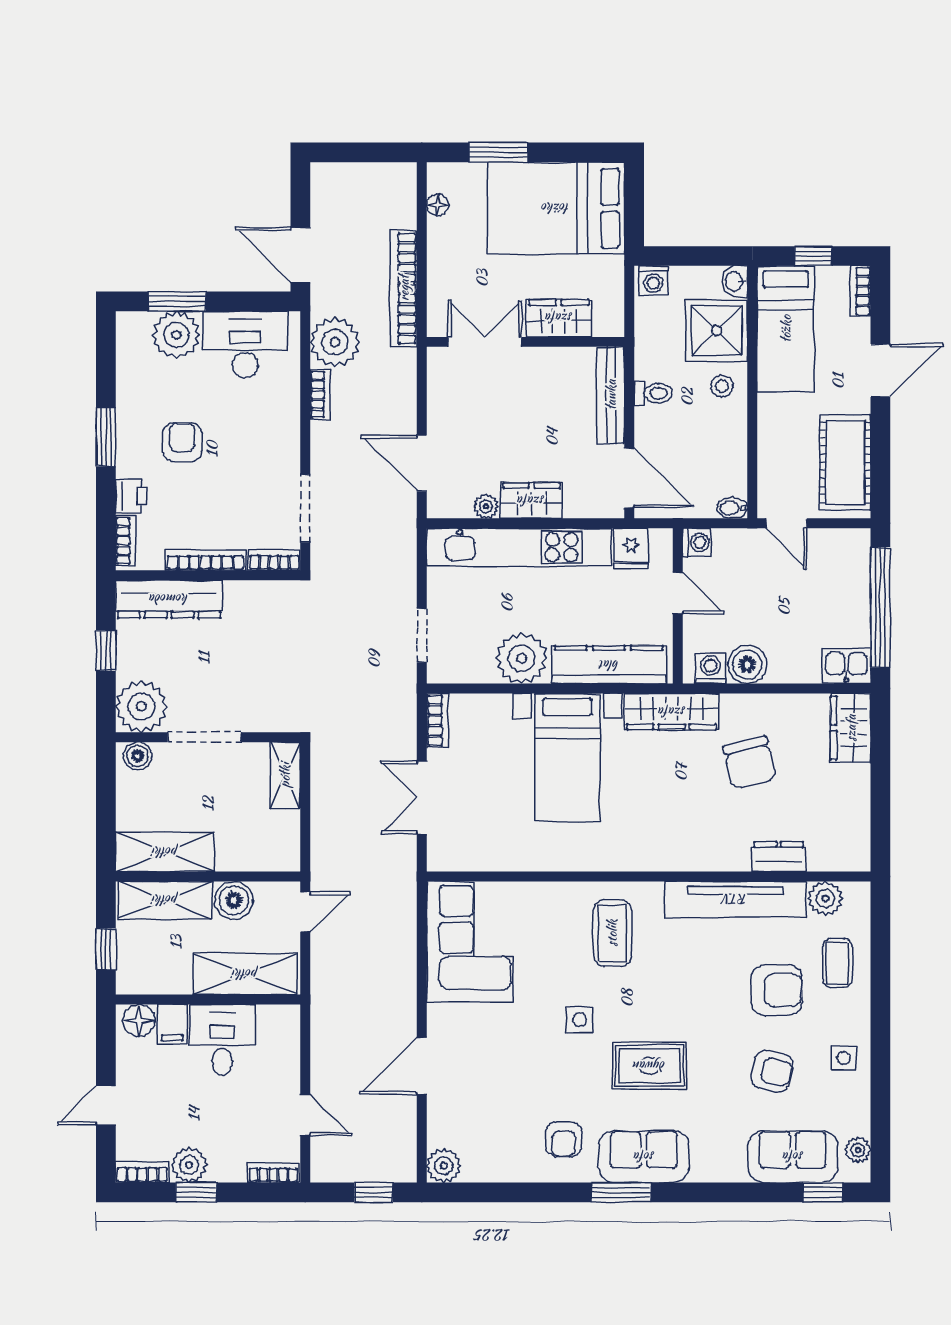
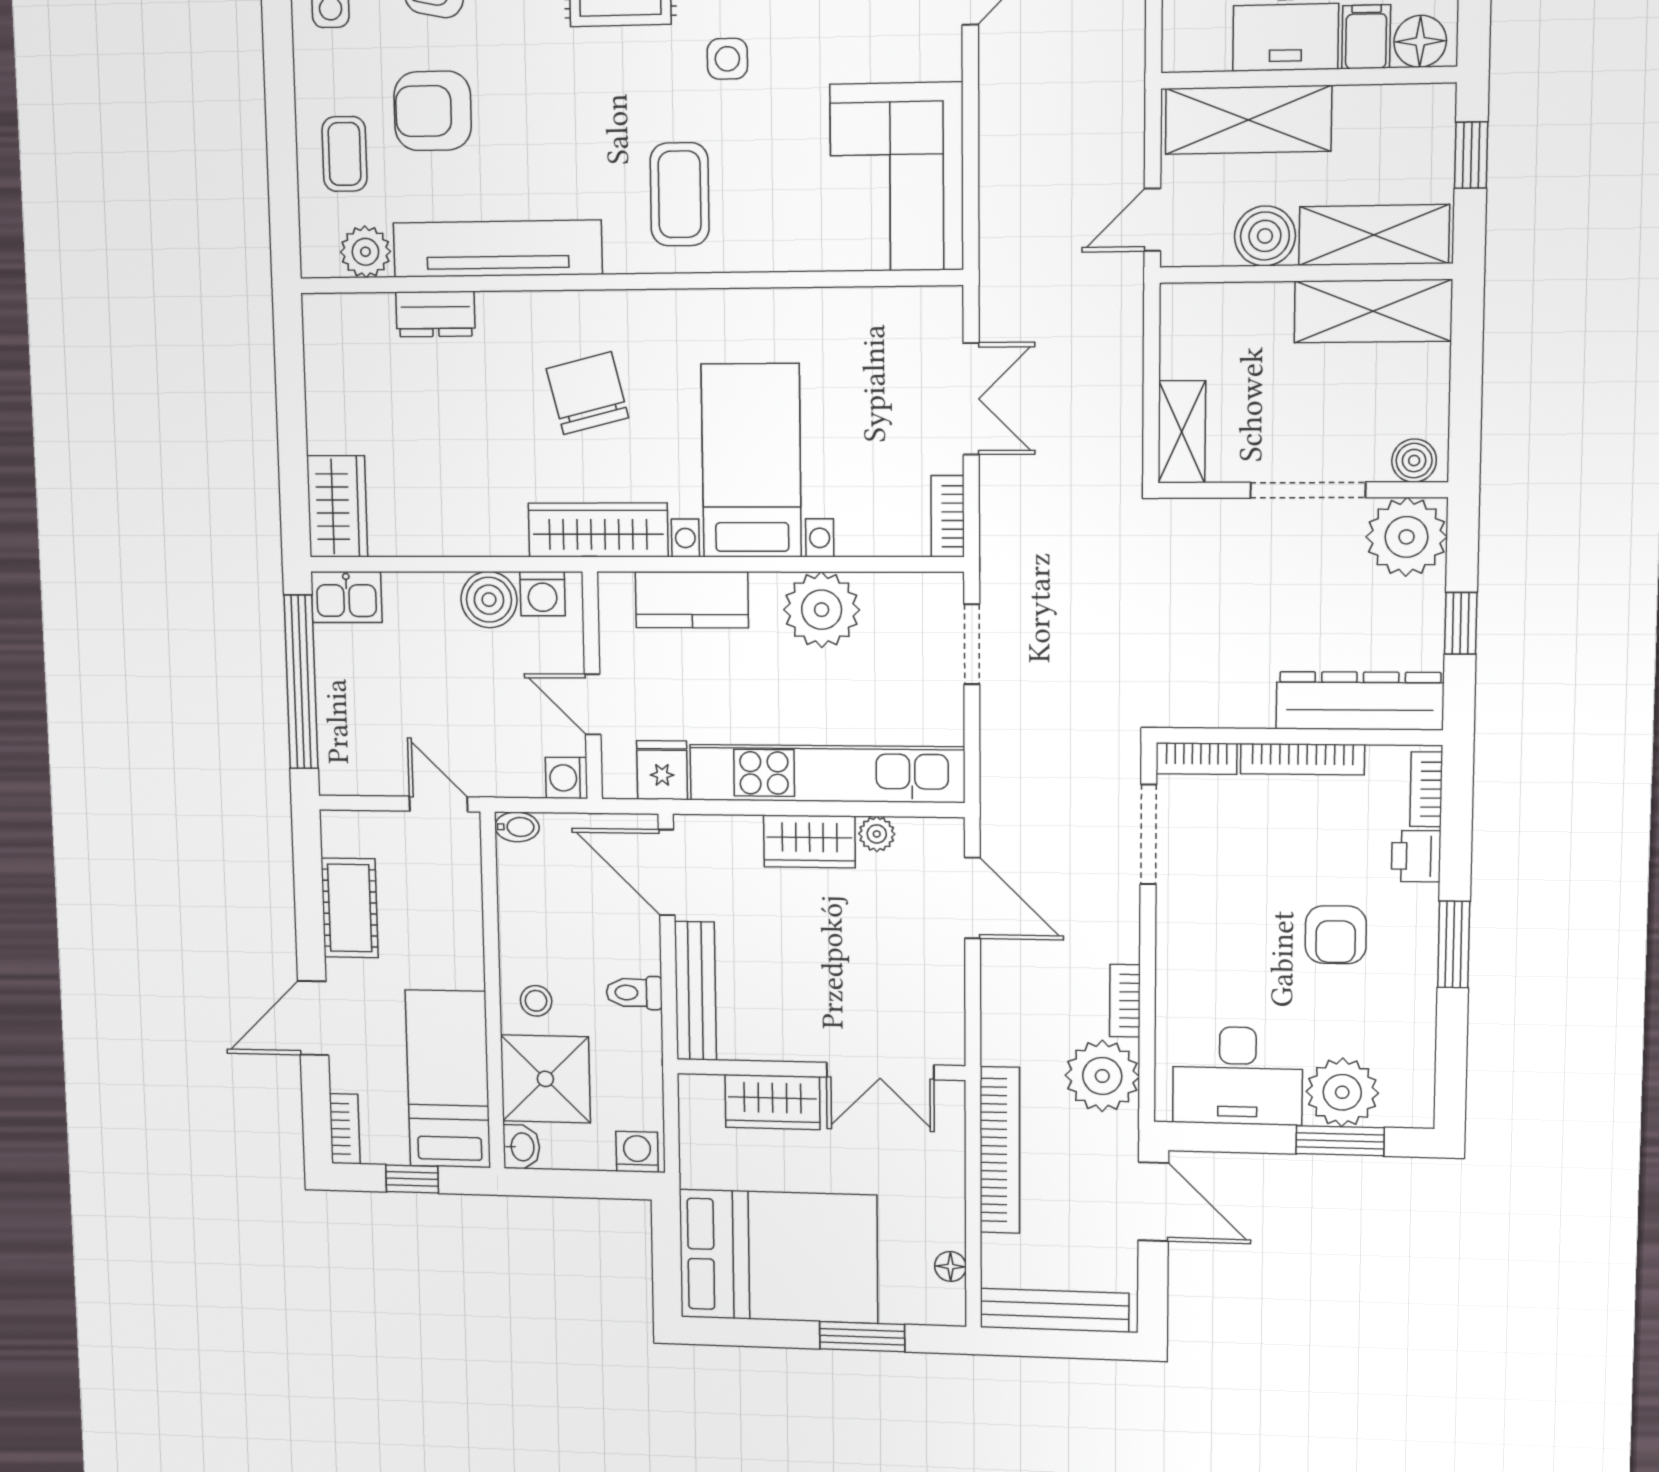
bench: (367, 176) -> (1054, 1310), added
cot: (845, 462) -> (350, 908), width x0.73, depth x0.75
kitchen counter: (609, 665) -> (692, 600), width x0.67
chair: (750, 762) -> (587, 393), moved

